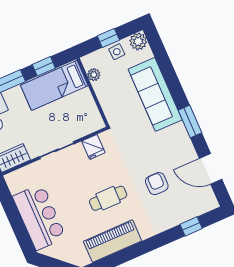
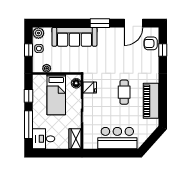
bed: (54, 85) -> (56, 95), moved
floor lamp: (91, 125) -> (76, 83), added
armchair: (157, 184) -> (151, 43), moved

